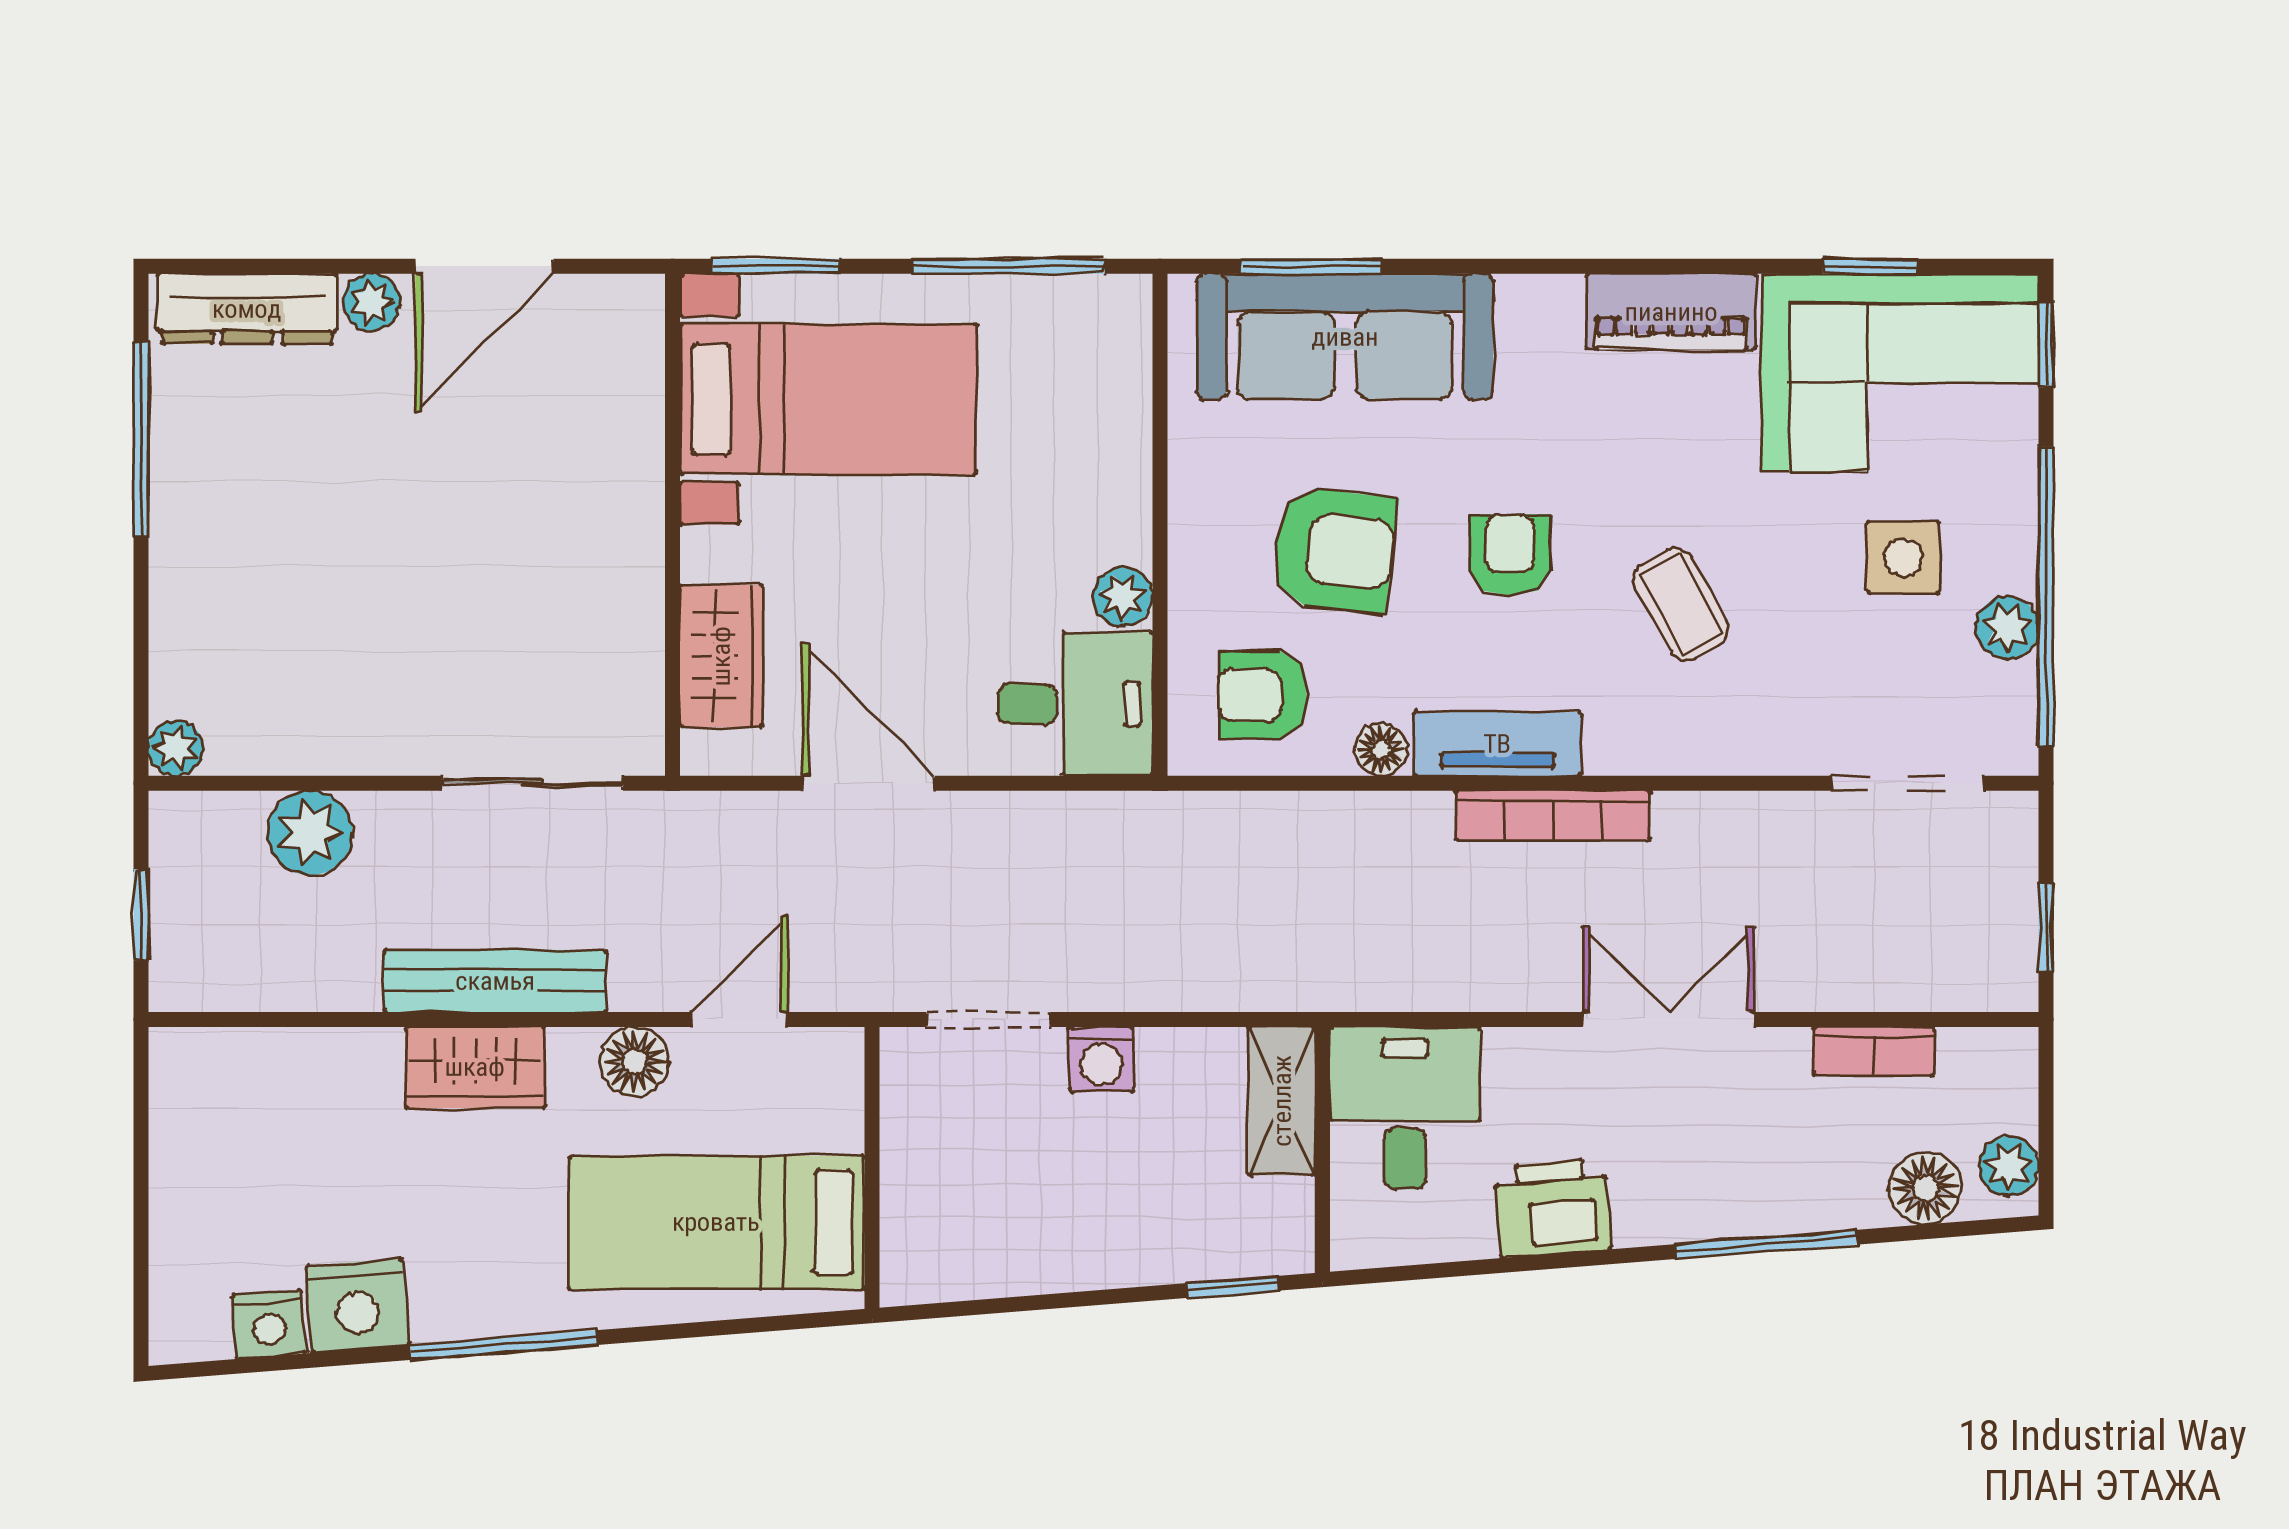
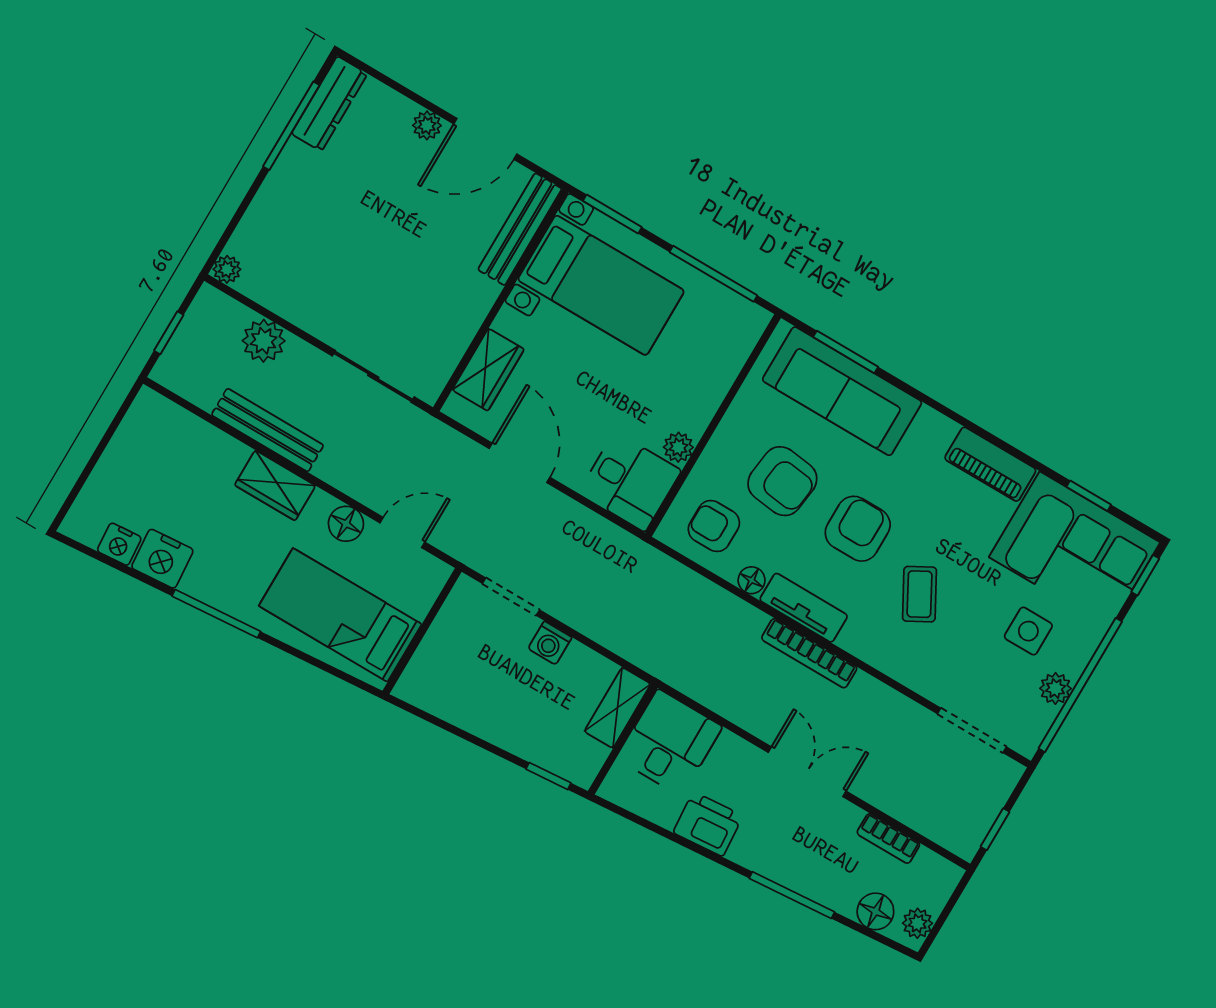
dresser: (247, 309) -> (329, 104), moved, turned -90
bench: (634, 385) -> (520, 229), added
armchair: (1510, 555) -> (858, 529), width x1.38, depth x1.38
bench: (495, 981) -> (268, 430), moved

